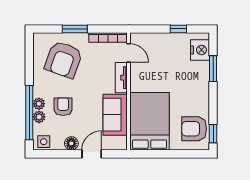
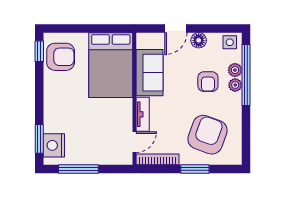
window: (178, 29) -> (78, 169), width x2.17
door: (128, 53) -> (134, 142), swing flipped
window: (213, 69) -> (39, 139), moved

